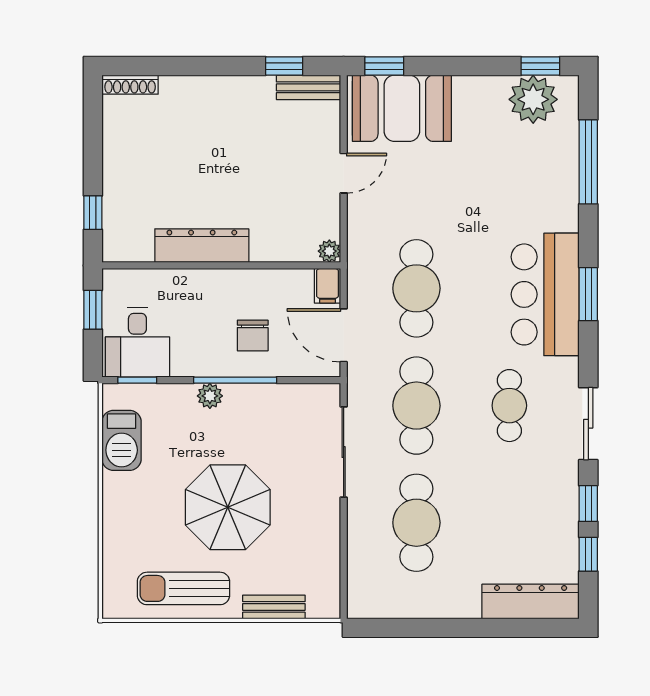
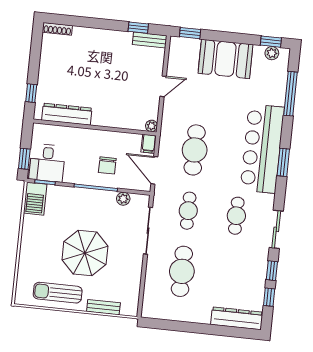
plant: (533, 99) -> (272, 53), width x0.53, depth x0.53
booth: (402, 108) -> (225, 59), moved
dresser: (202, 246) -> (67, 114), moved
bar counter: (545, 294) -> (262, 149), width x1.36
window: (93, 310) -> (24, 159), moved
plant: (210, 396) -> (123, 199), moved
cafe table: (416, 406) -> (188, 211), width x0.73, depth x0.74
barbecue: (122, 440) -> (35, 199), moved

